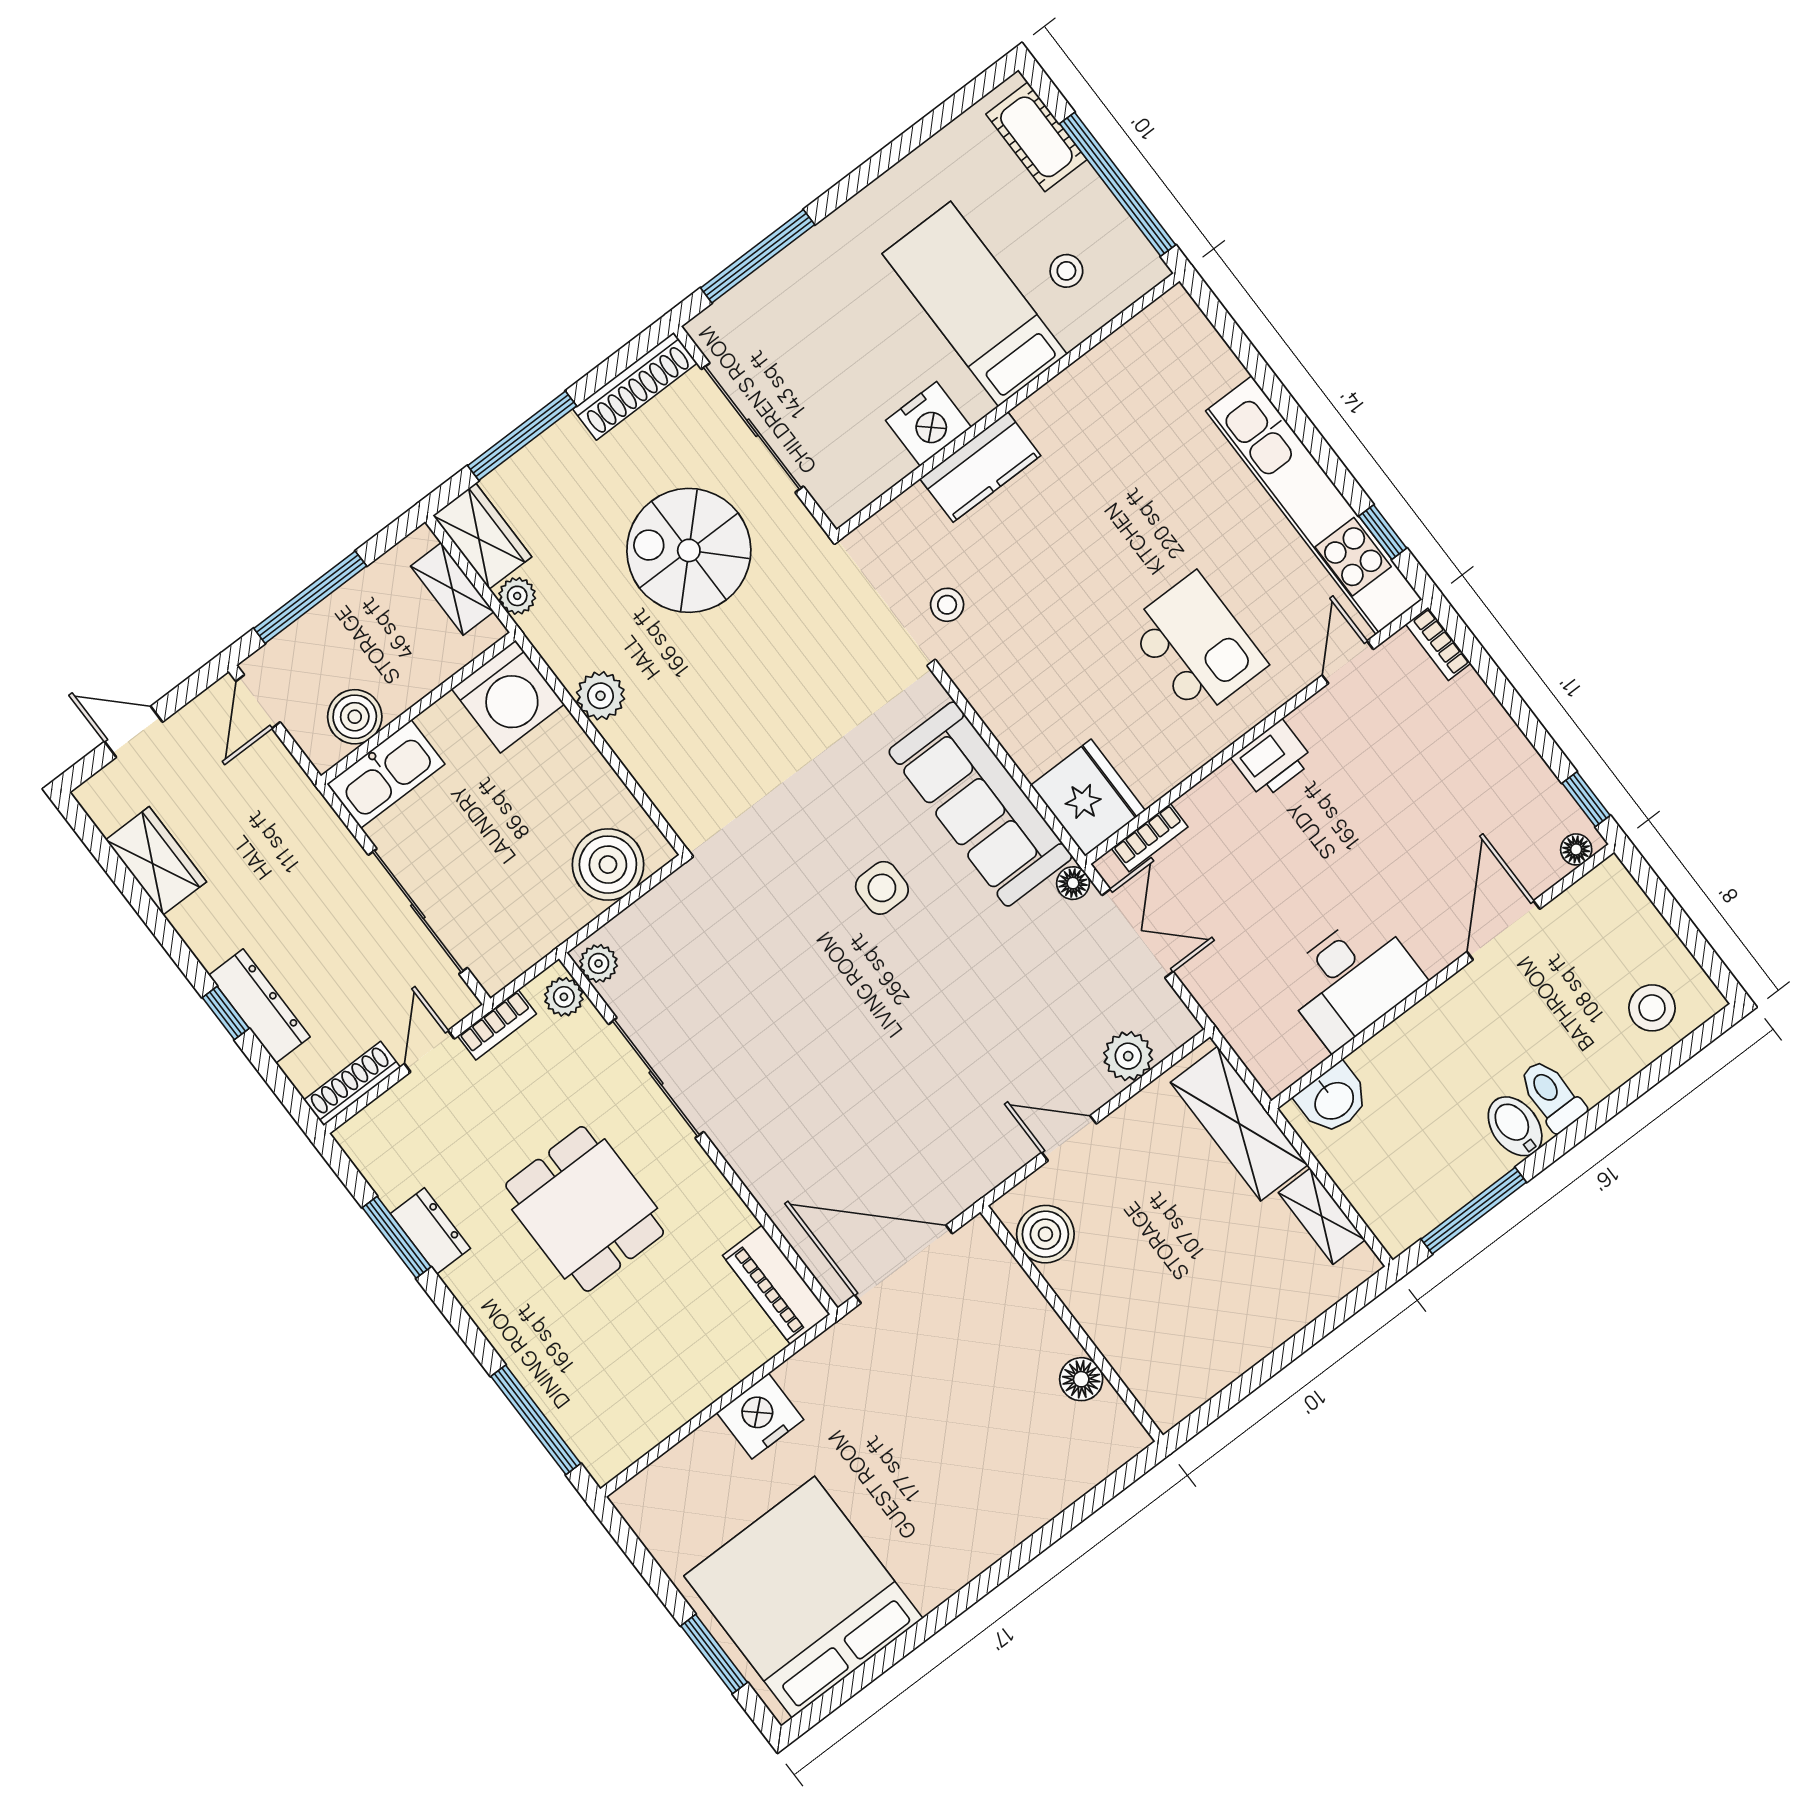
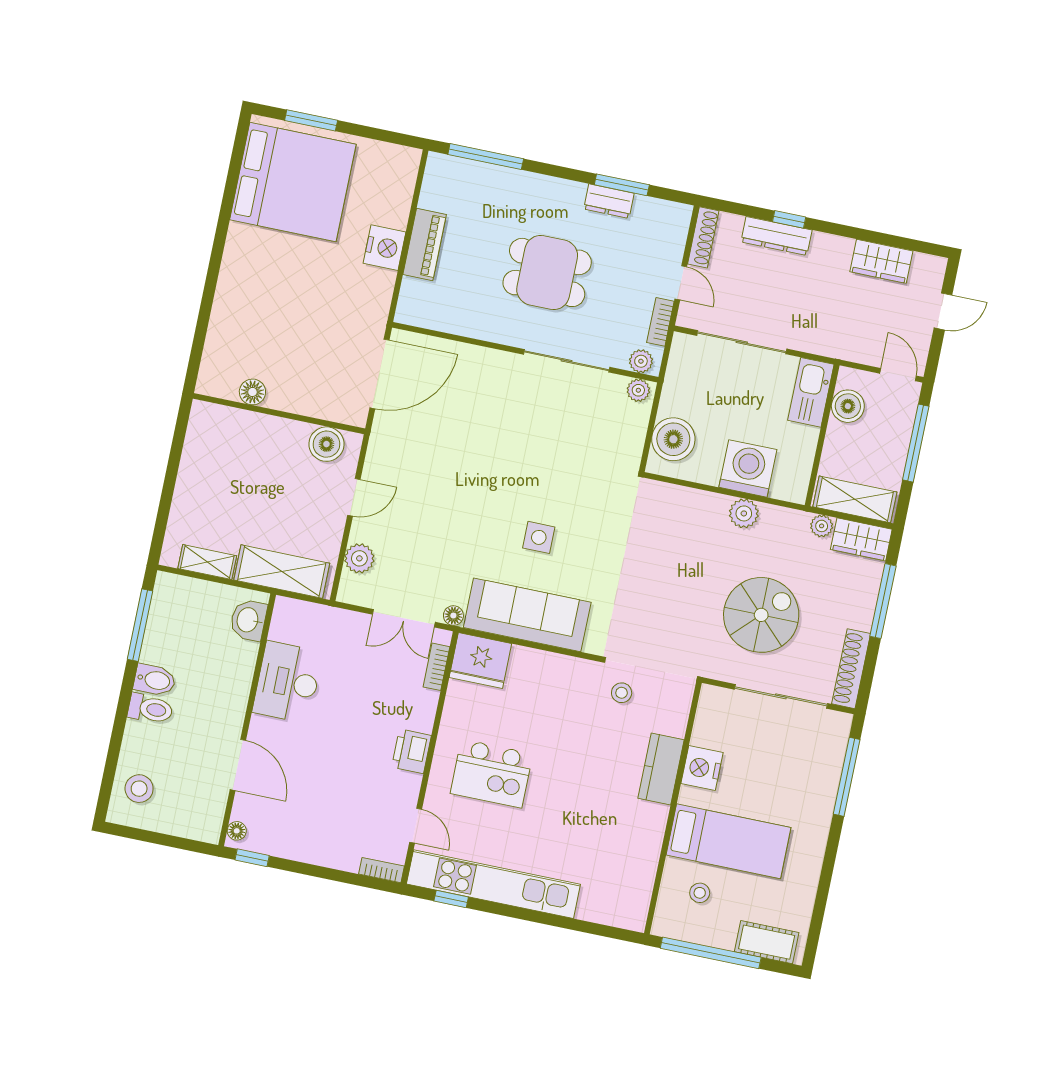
shelving: (452, 589) -> (855, 499), width x1.50, depth x1.33
washing machine: (508, 696) -> (748, 468), moved, turned 90
piano: (776, 1285) -> (425, 245), moved, turned 90

